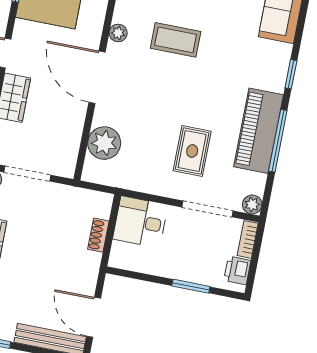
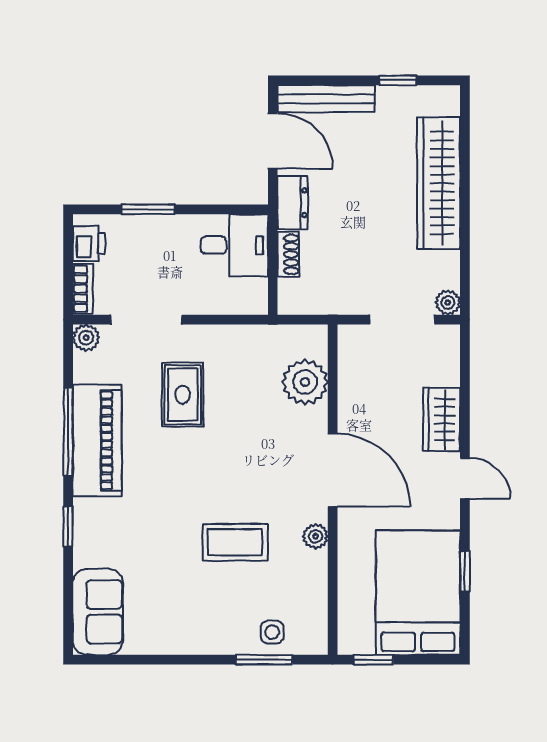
desk: (140, 222) -> (234, 245), moved
dresser: (88, 271) -> (293, 203), added

